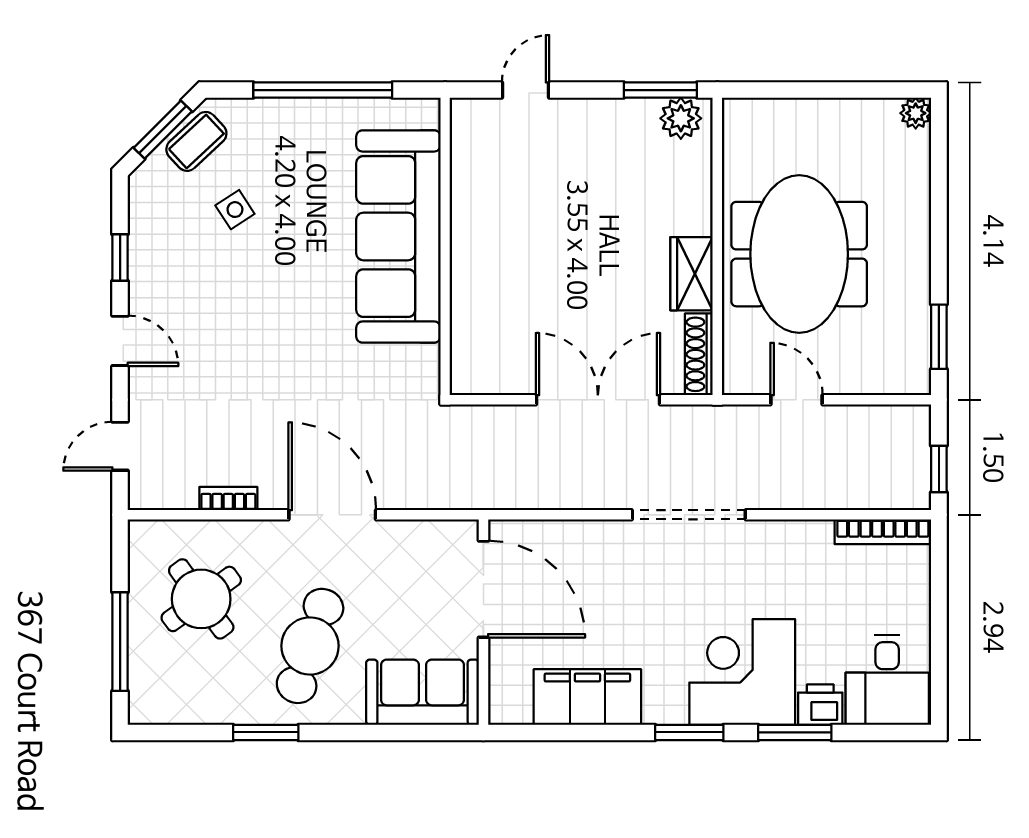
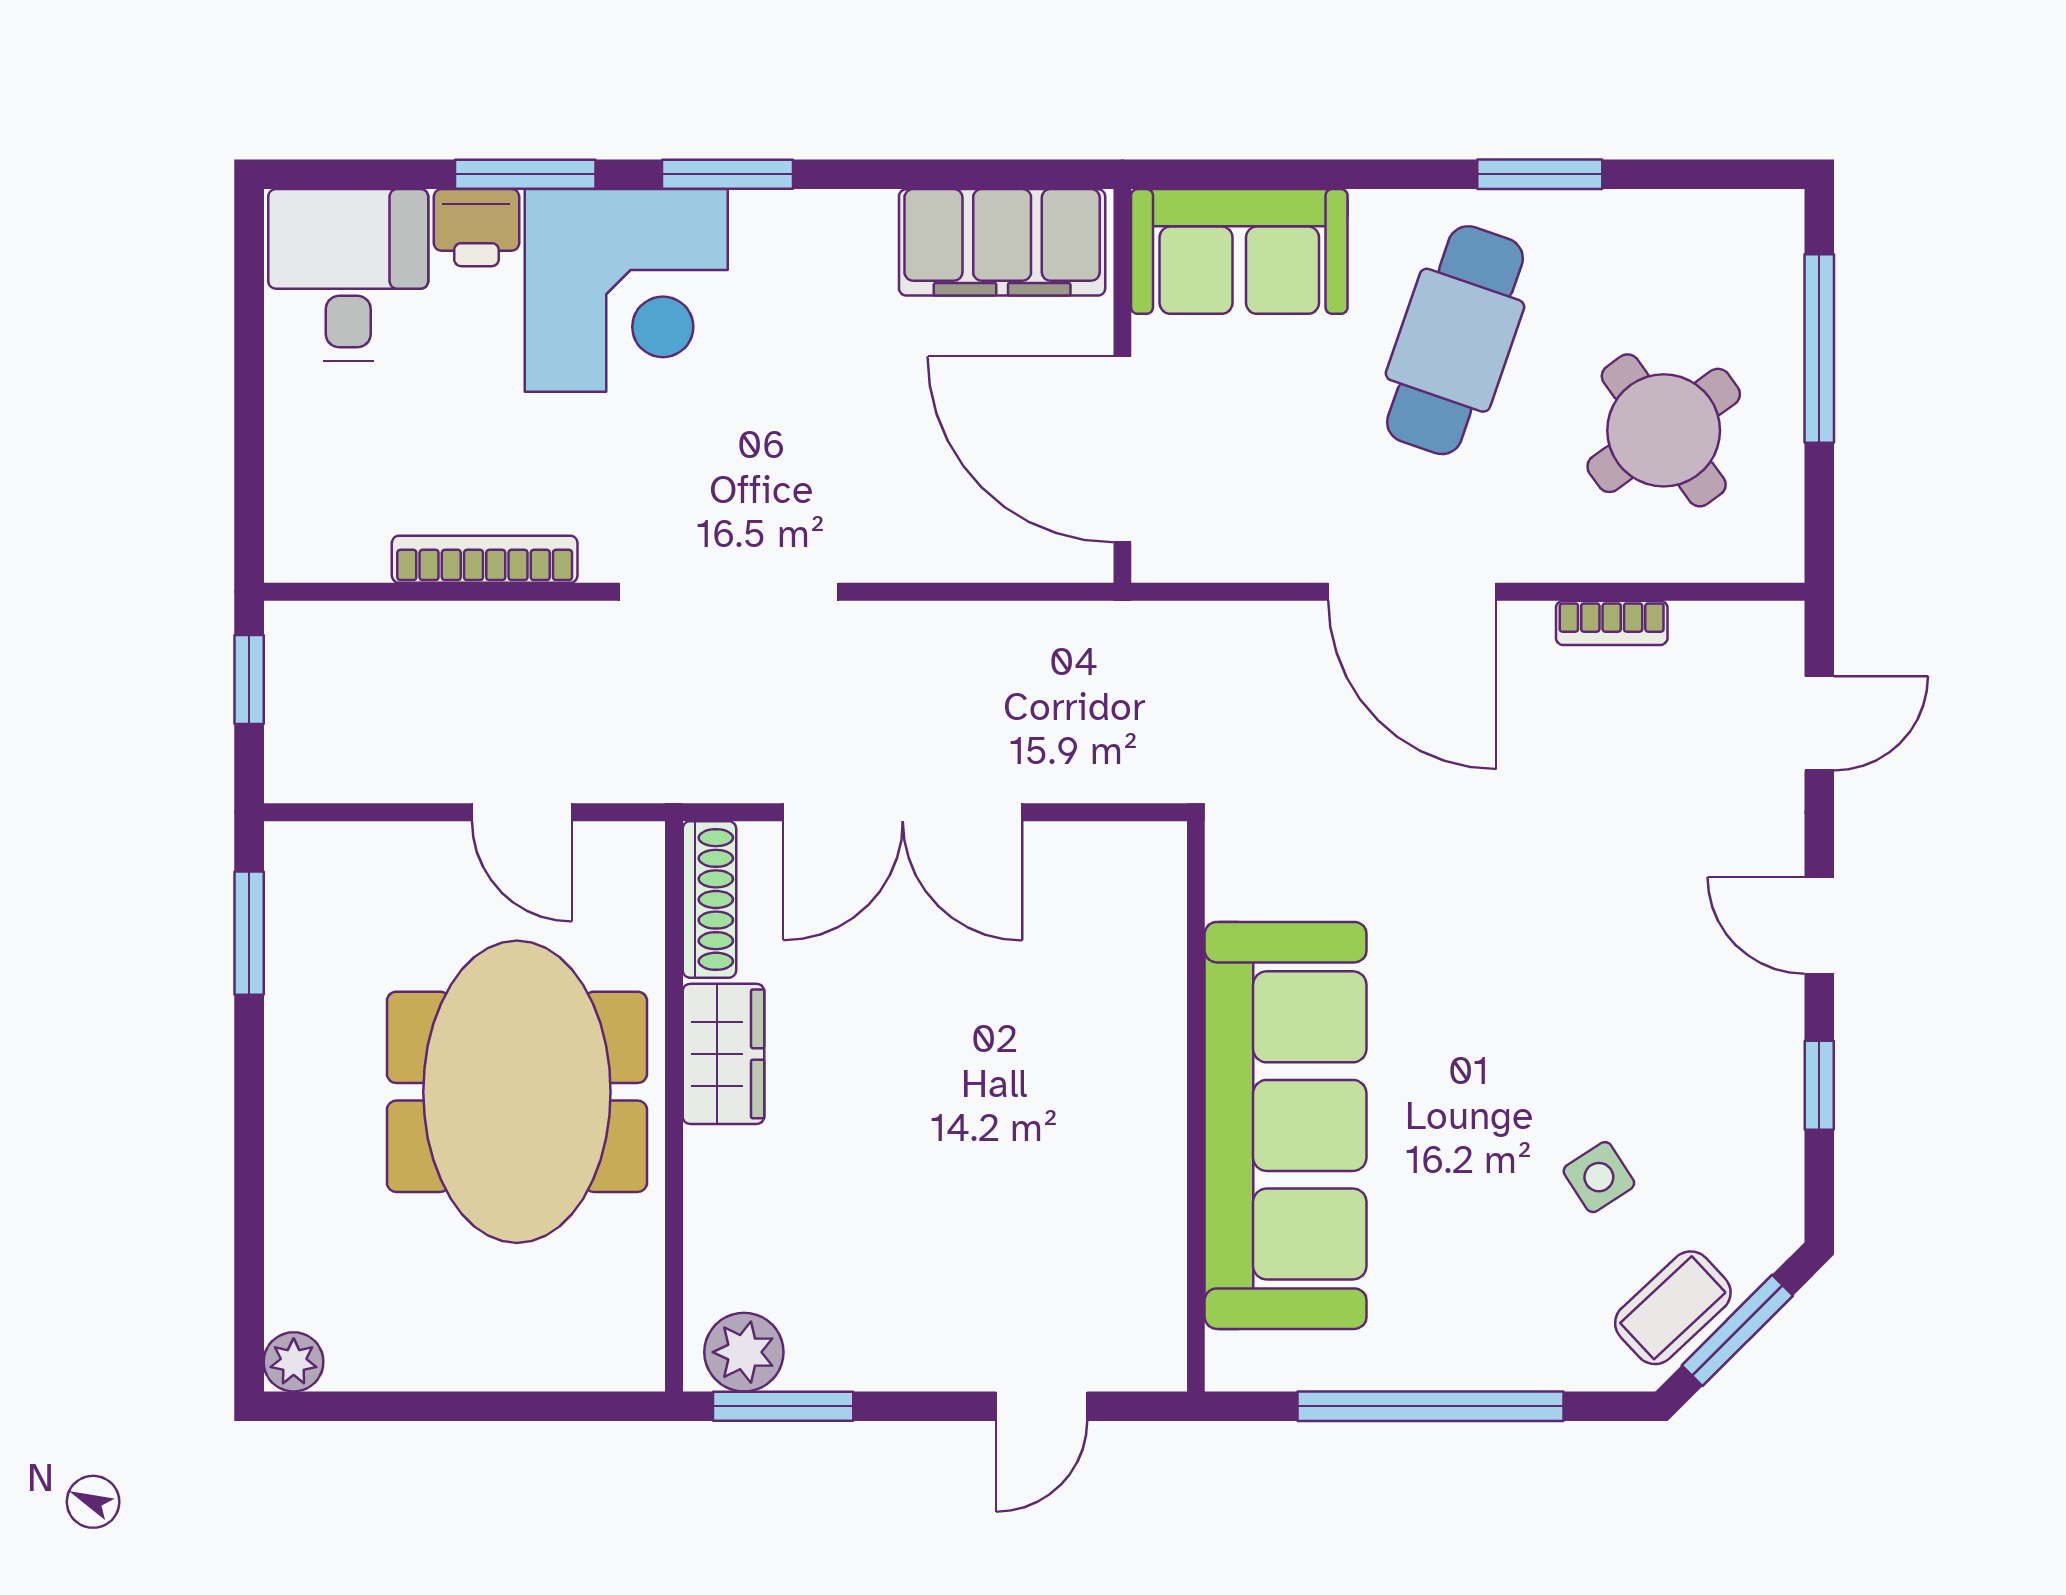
bookcase: (883, 532) -> (485, 559), moved
filing cabinet: (587, 697) -> (1002, 242), moved

